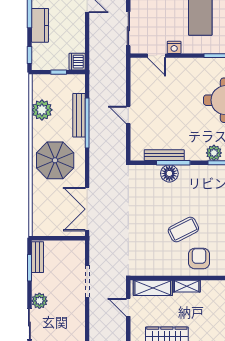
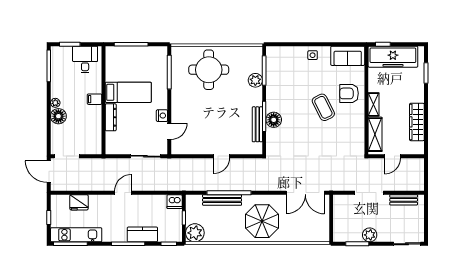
plant: (42, 110) -> (195, 233), moved
bench: (37, 257) -> (404, 200), moved
plant: (39, 301) -> (370, 235), moved

